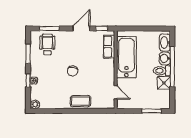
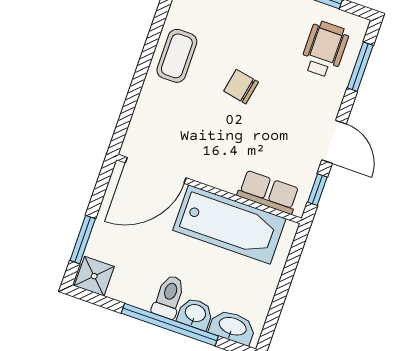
wheelchair: (47, 44) -> (325, 49), turned -90
shower: (164, 83) -> (94, 276), moved
door: (116, 92) -> (156, 170), width x1.88
coffee table: (81, 101) -> (177, 56), moved

